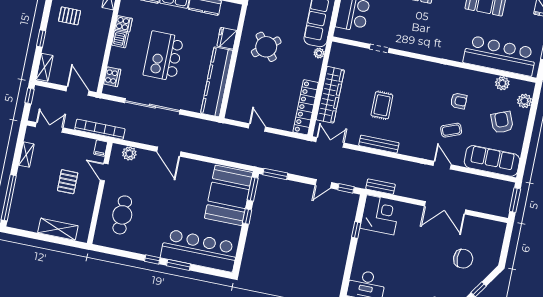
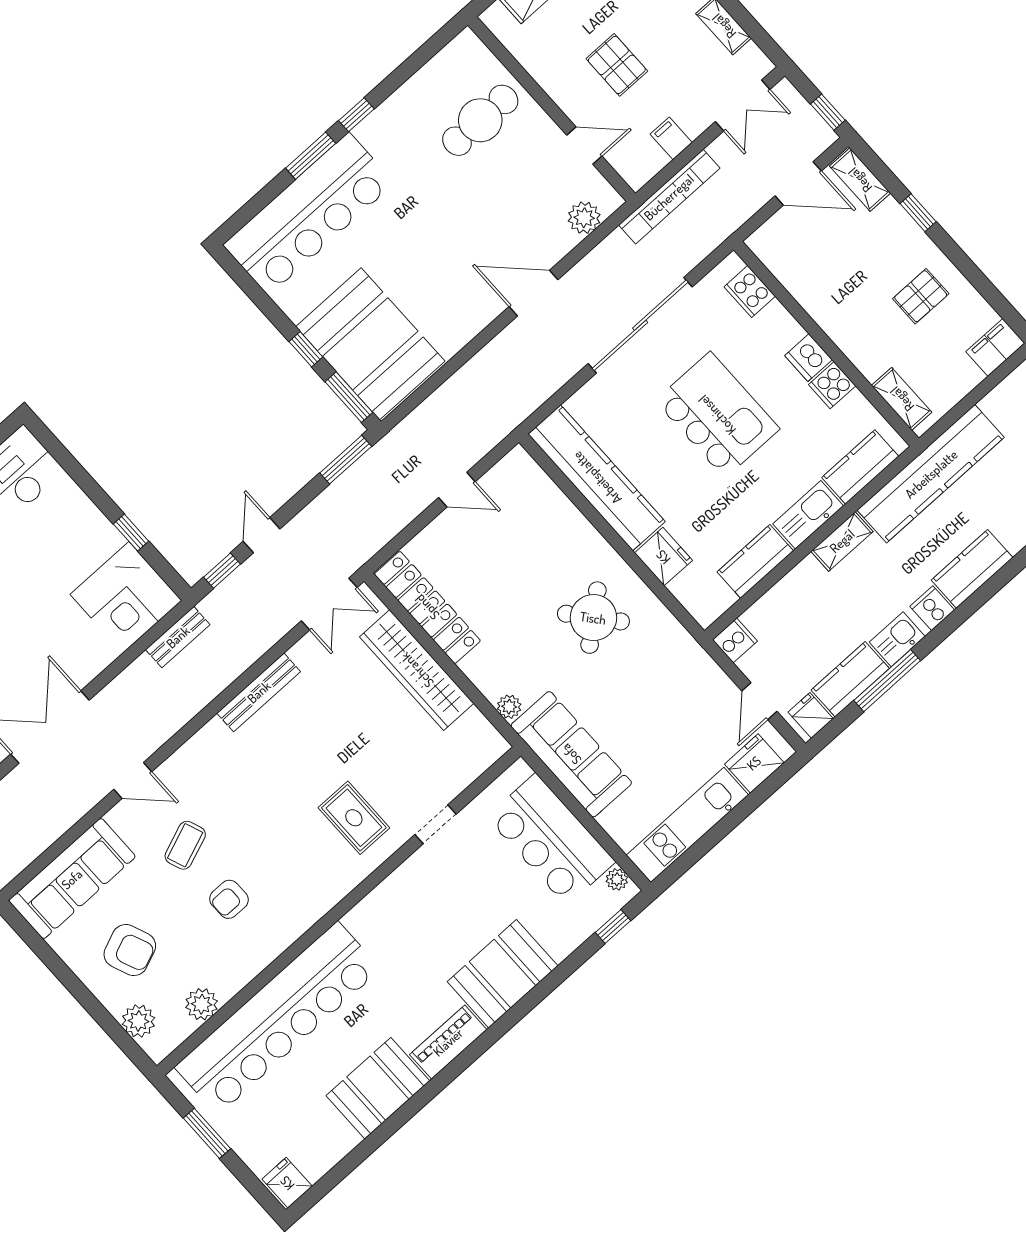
bar counter: (500, 56) -> (278, 1018), width x1.36
door: (78, 91) -> (798, 183), moved
rug: (382, 105) -> (354, 818), moved
filing cabinet: (101, 148) -> (671, 138), moved
cafe table: (122, 215) -> (480, 120), turned 90

